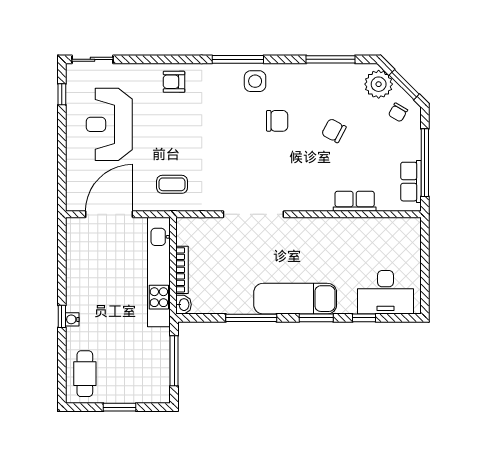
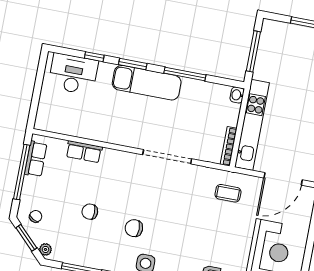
plant: (379, 84) -> (45, 249), width x0.53, depth x0.53
chair: (334, 131) -> (90, 212), turned 152
bookcase: (182, 270) -> (229, 146), moved

